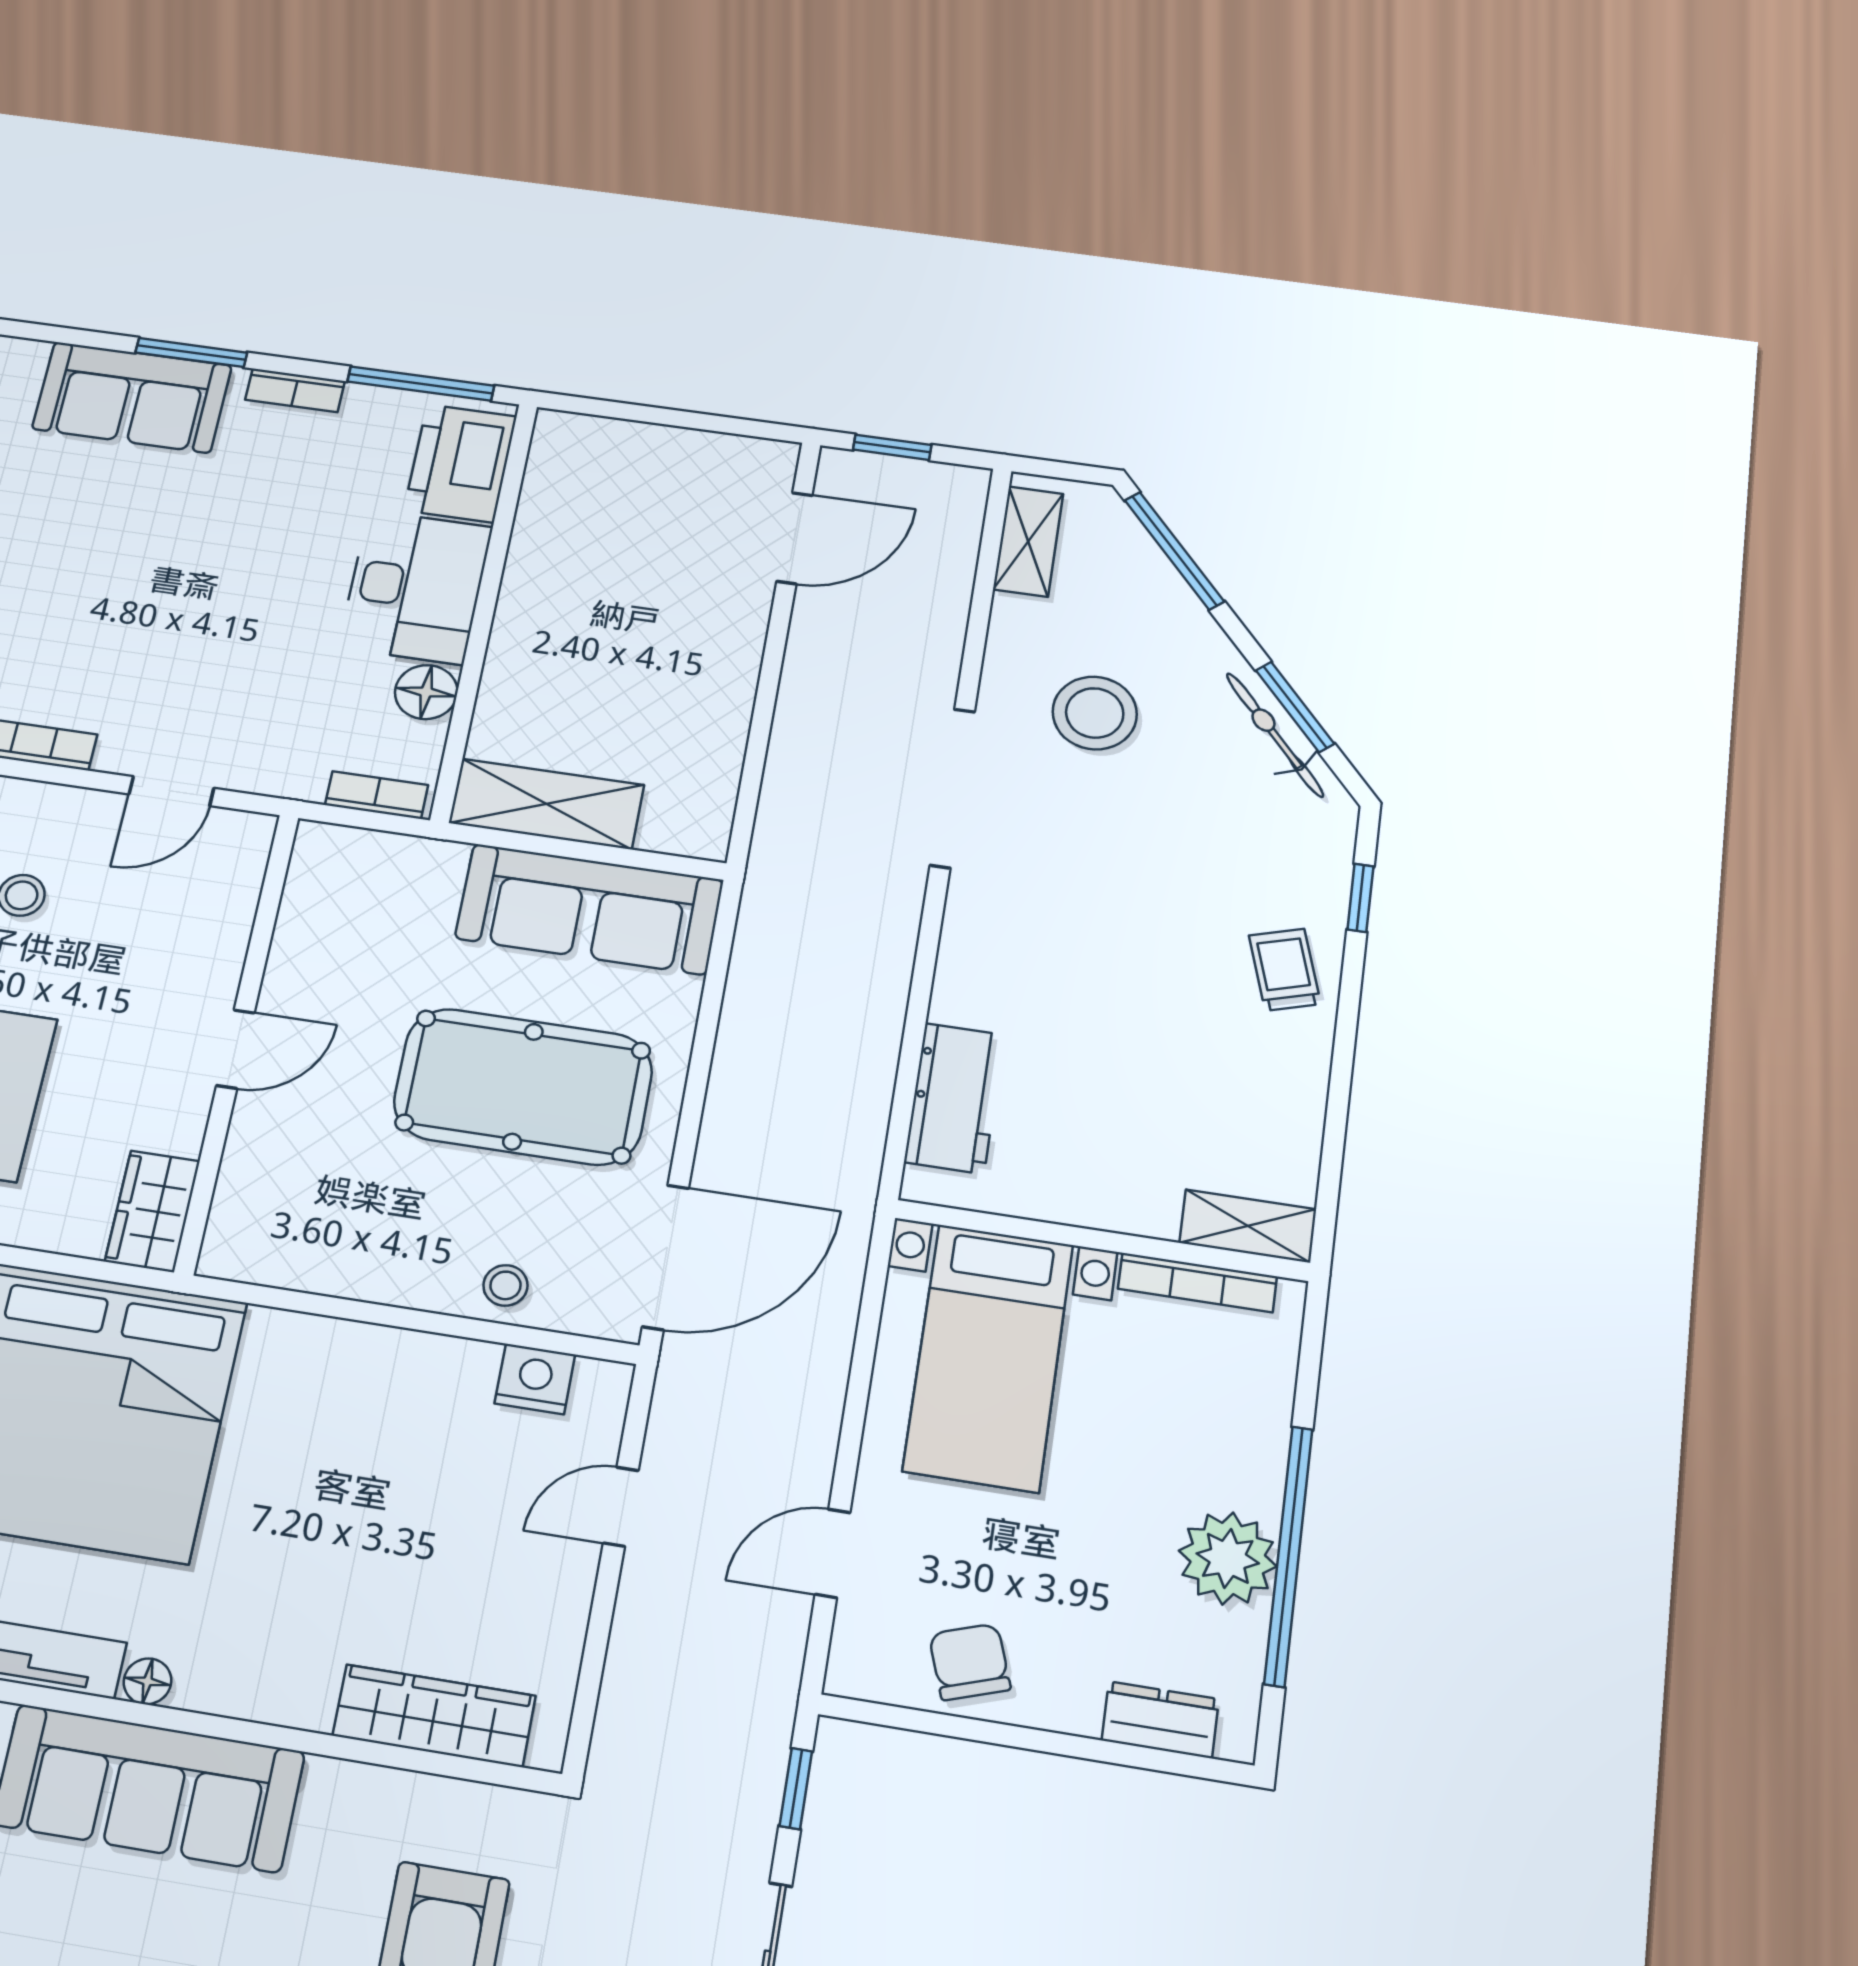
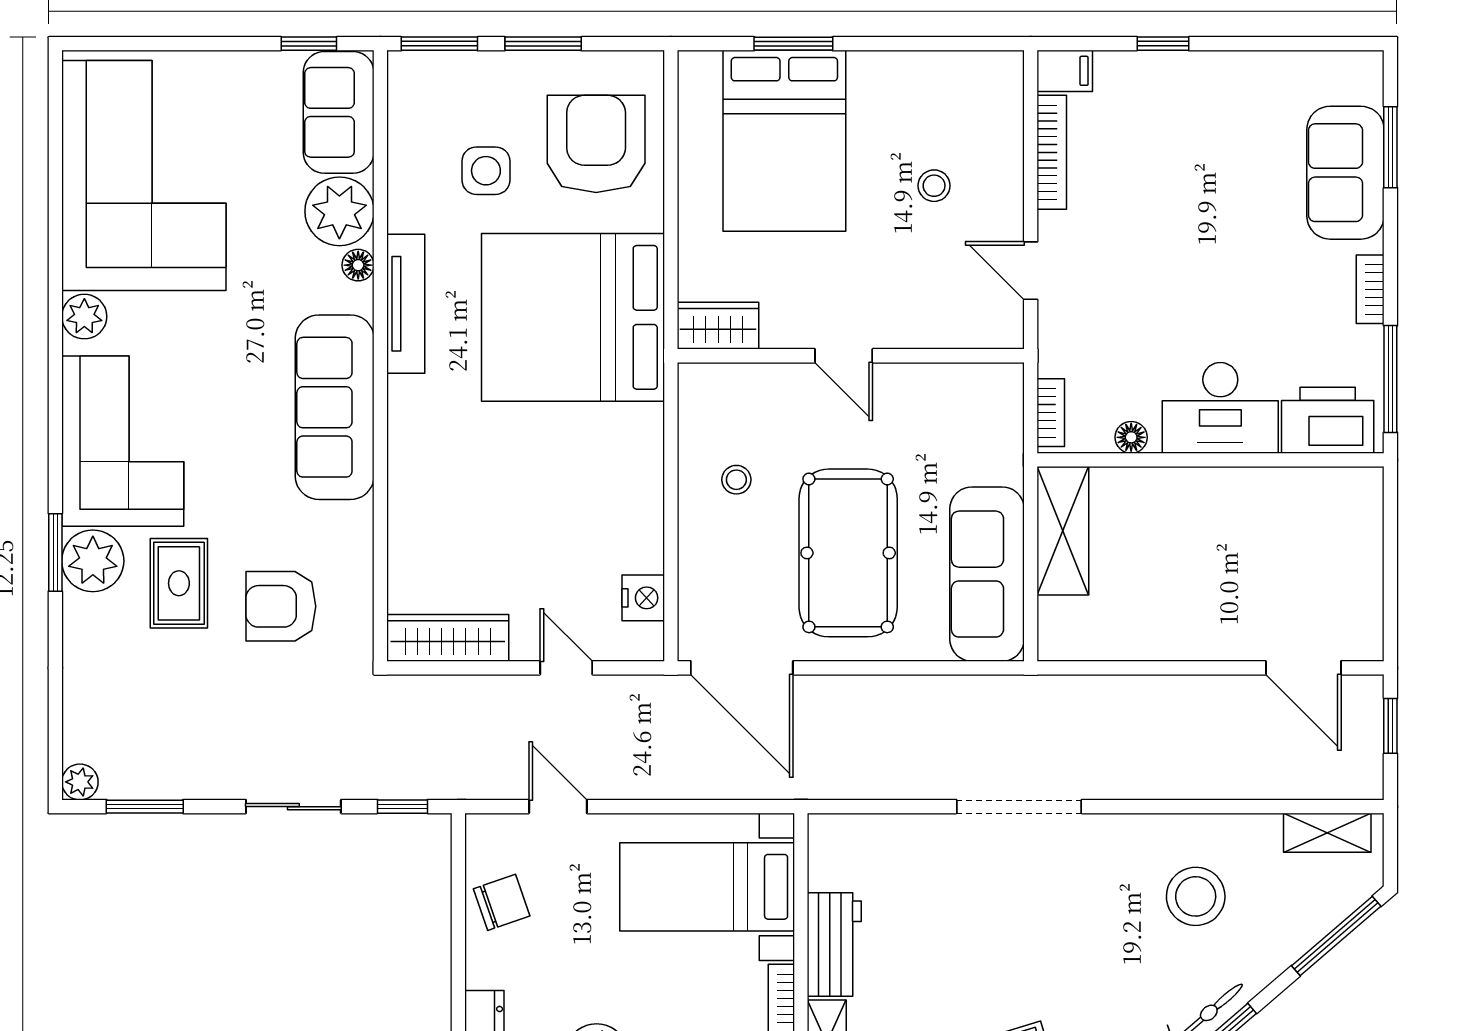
window: (191, 353) -> (1390, 147), moved
floor lamp: (426, 692) -> (1131, 437), width x0.73, depth x0.73
doorway: (952, 788) -> (1019, 807), moved
workbench: (954, 1098) -> (834, 944), moved, turned -90
stool: (505, 1285) -> (736, 480), moved
floor lamp: (147, 1681) -> (402, 392), removed
wardrobe: (434, 1716) -> (448, 638), moved, turned -90

